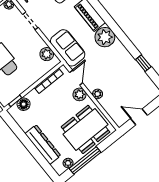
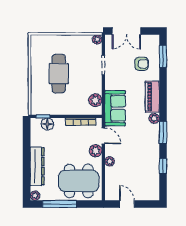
window: (122, 36) -> (163, 132), added
plant: (105, 37) -> (154, 118), width x0.53, depth x0.53
door: (76, 78) -> (103, 136), hinge flipped
plant: (68, 163) -> (35, 196), moved

